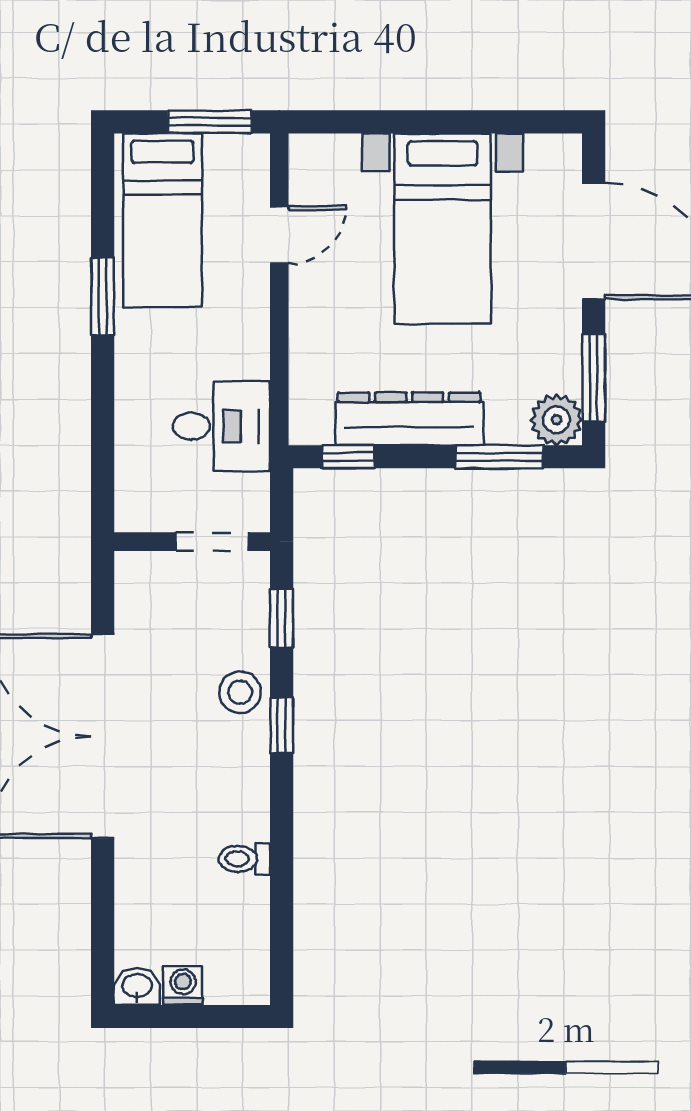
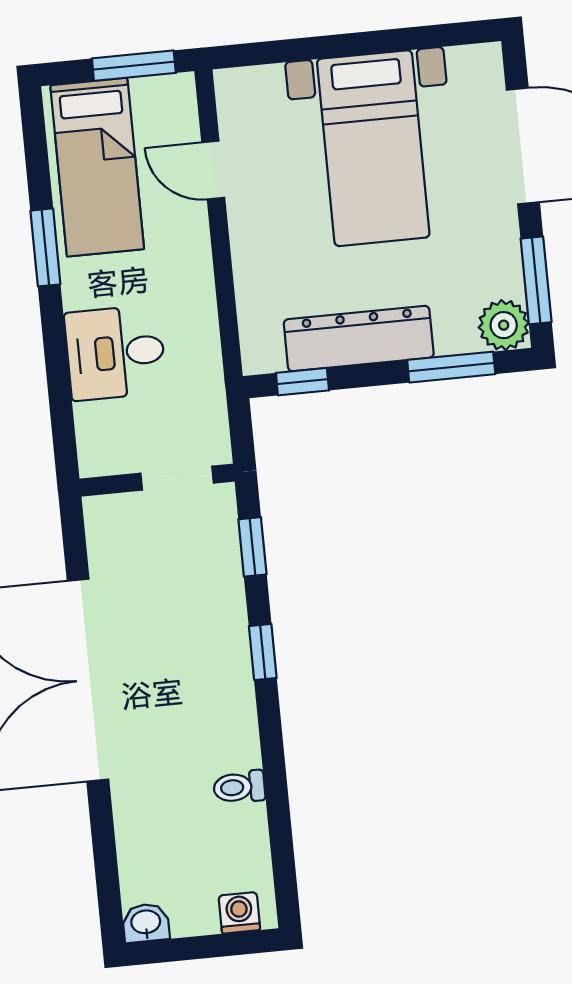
door: (279, 235) -> (213, 170), swing flipped
desk: (222, 426) -> (115, 353), moved, turned 180
stool: (240, 692) -> (219, 624), removed
washing machine: (183, 986) -> (239, 913), moved

